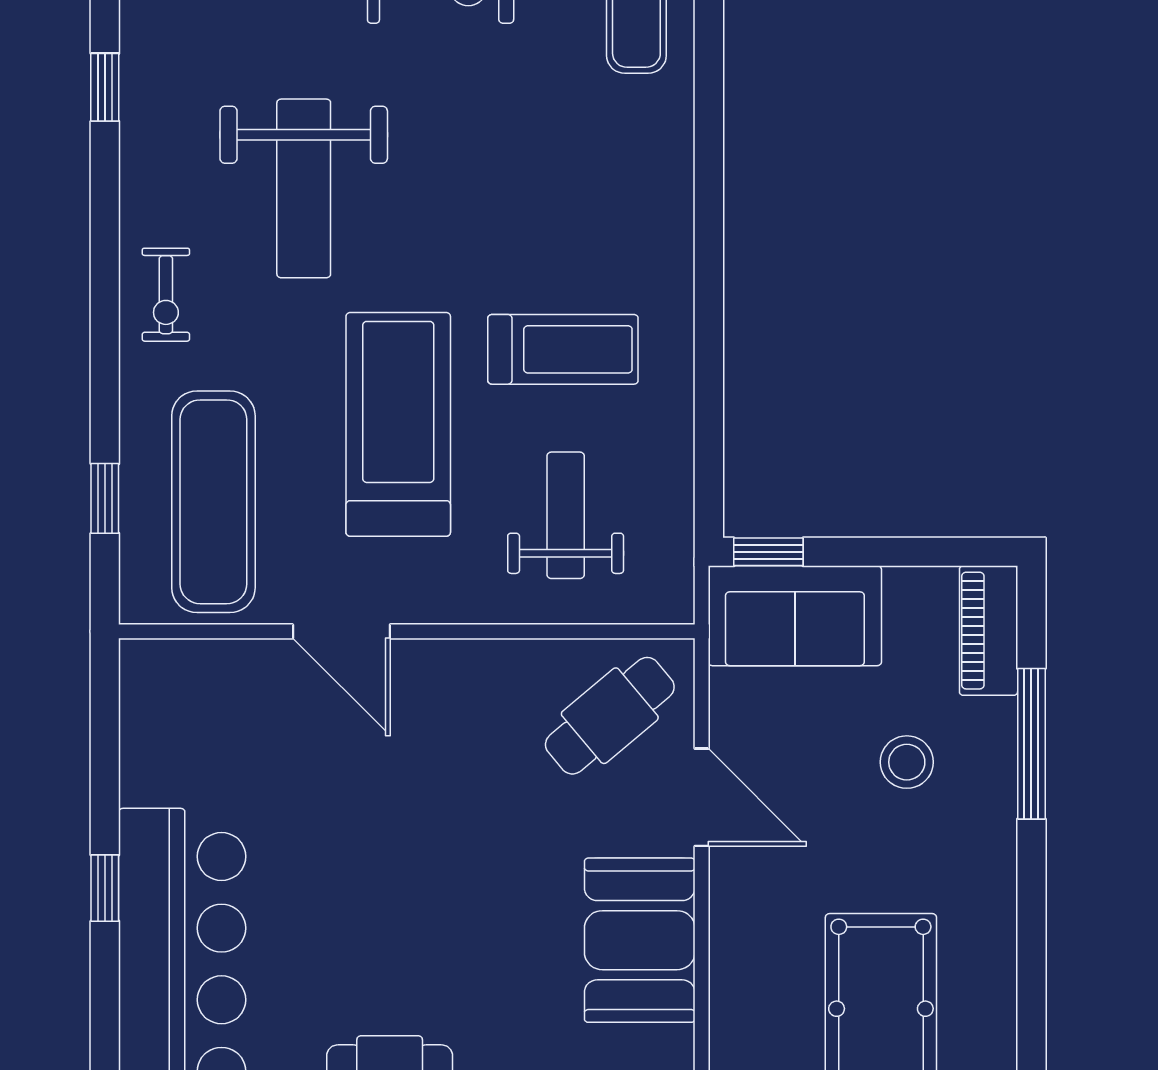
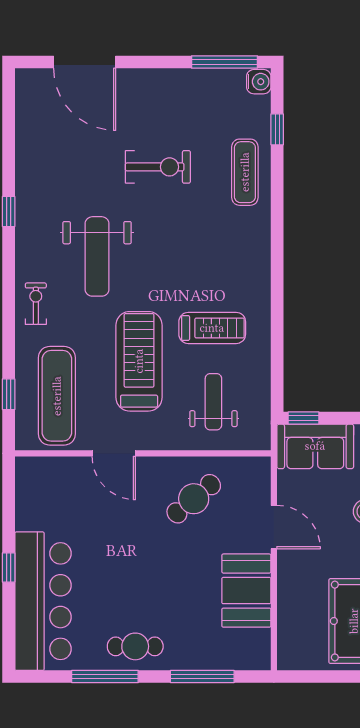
exercise bike: (166, 295) -> (36, 304), turned 180
cafe table: (610, 716) -> (194, 499), moved

